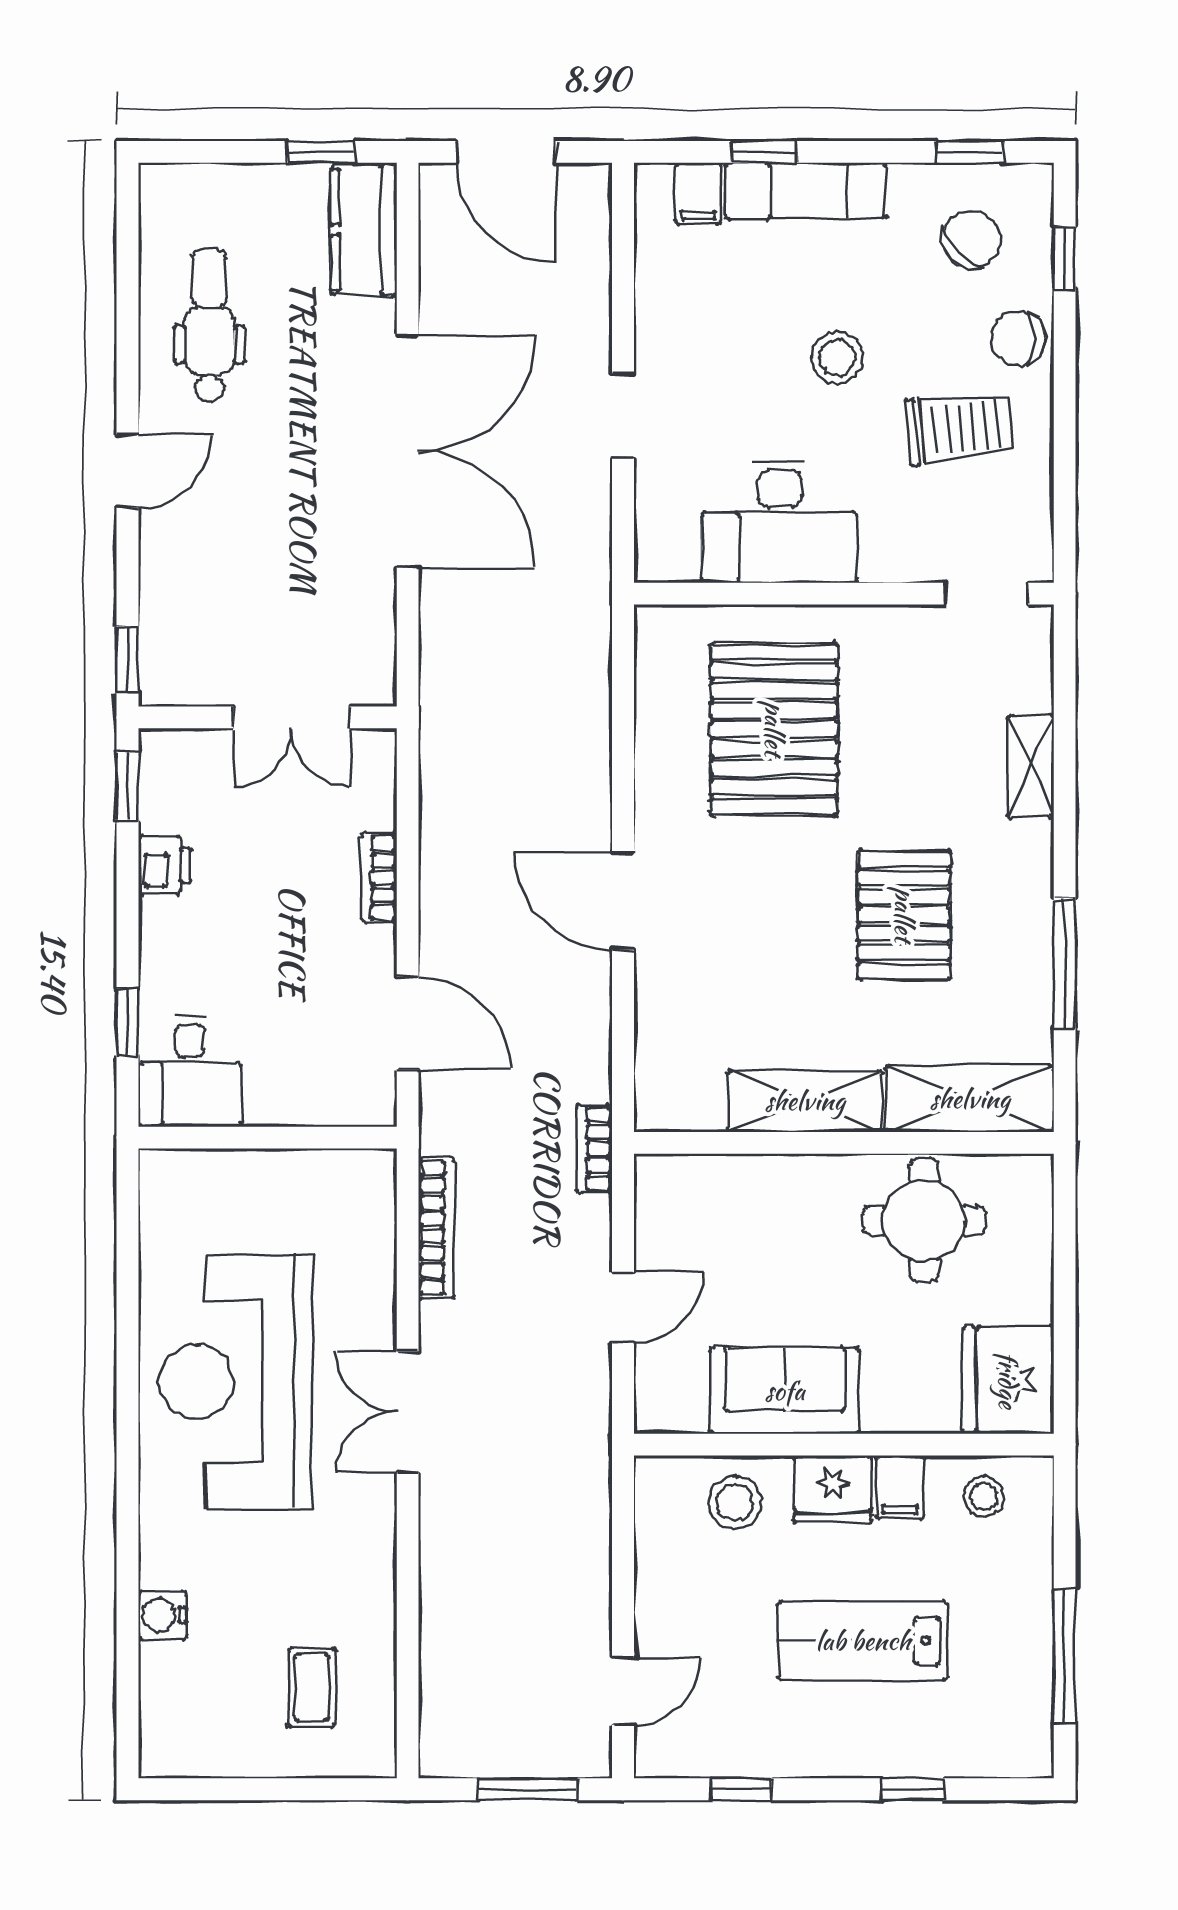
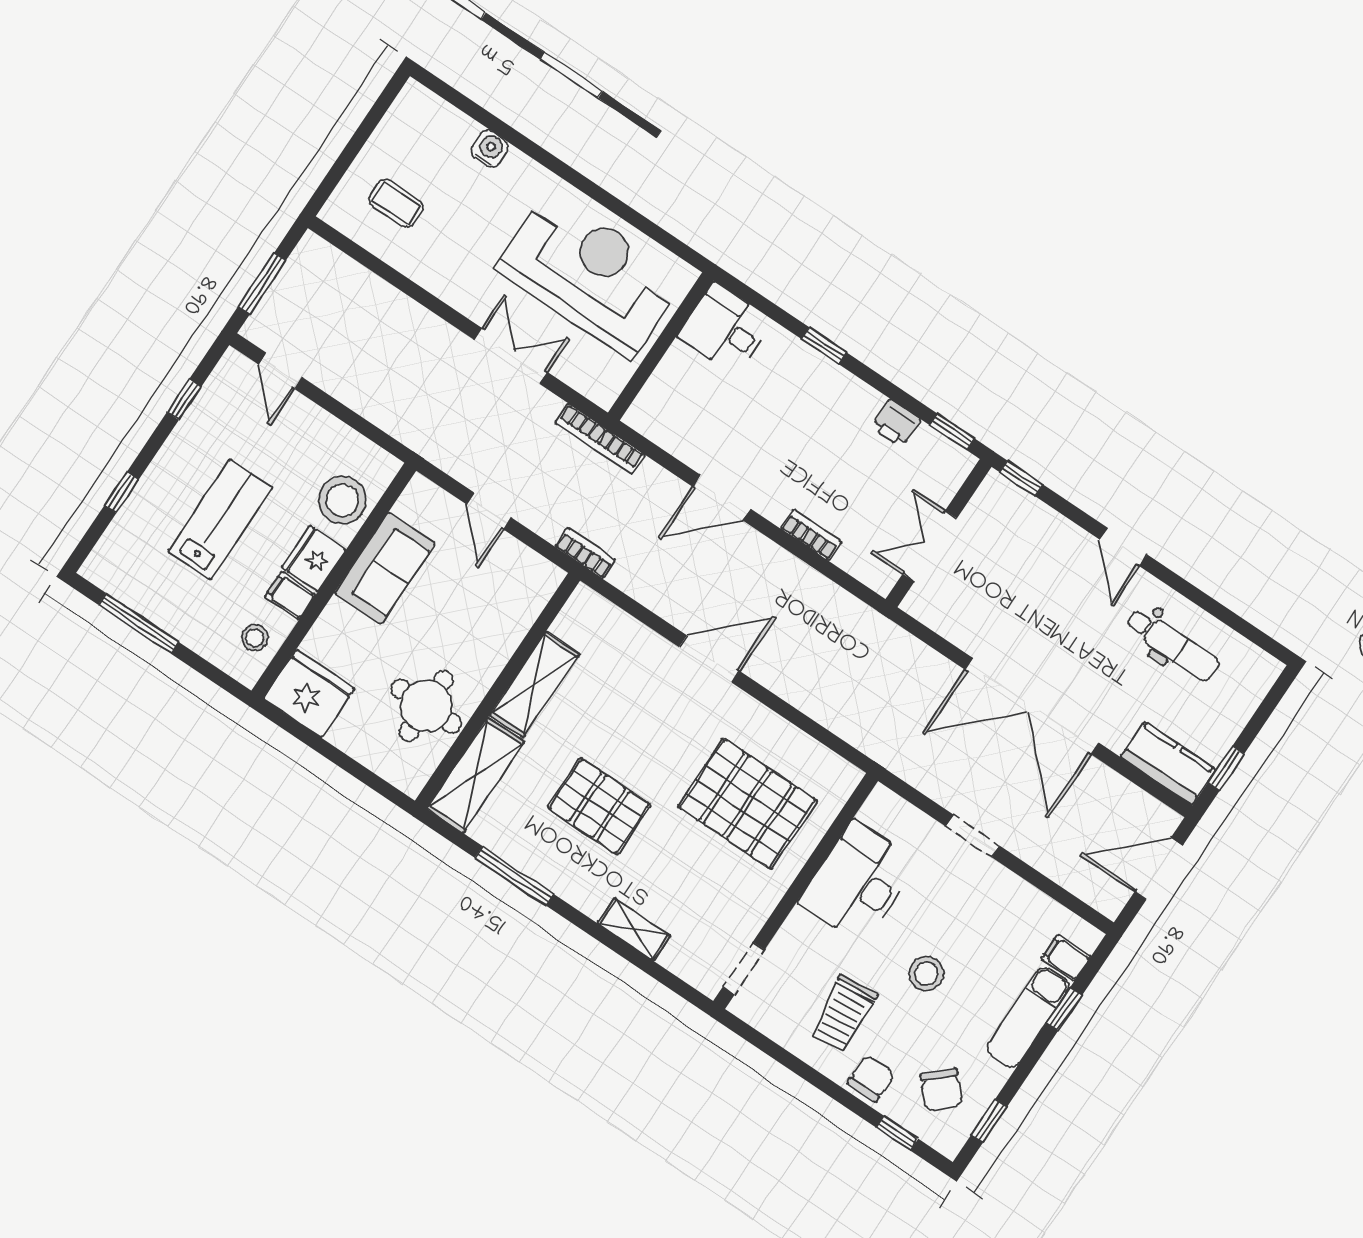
desk: (190, 1071) -> (725, 329), moved
wall: (268, 1138) -> (661, 346), moved
stool: (735, 1502) -> (342, 500), width x1.38, depth x1.38

